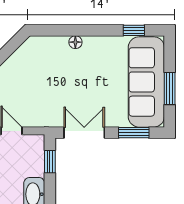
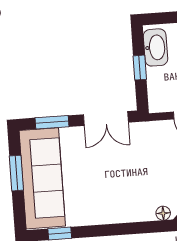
floor lamp: (75, 42) -> (163, 213), moved
window: (50, 162) -> (140, 68), moved

